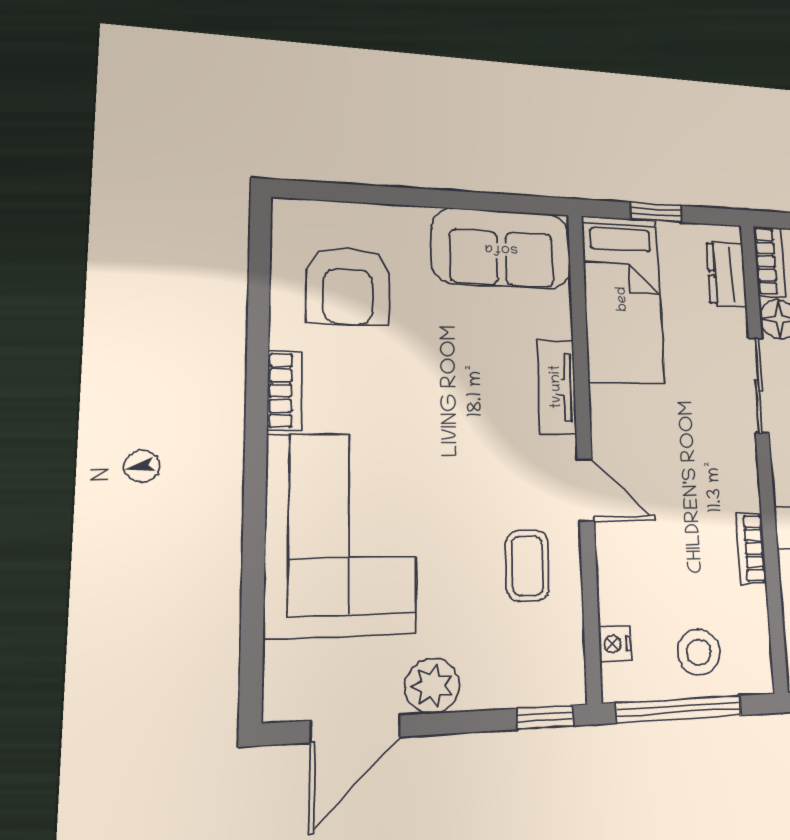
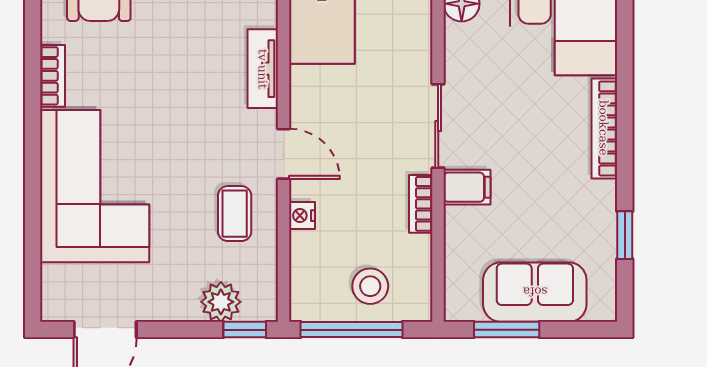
sliding door: (759, 385) -> (438, 126), moved
nightstand: (615, 644) -> (302, 216), moved
plant: (432, 686) -> (221, 302), moved

